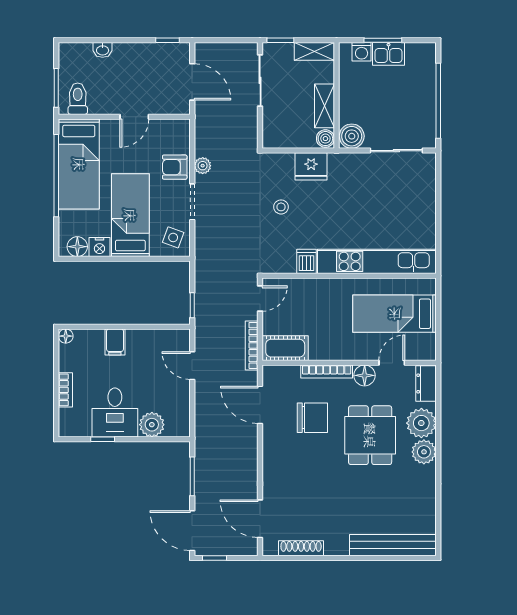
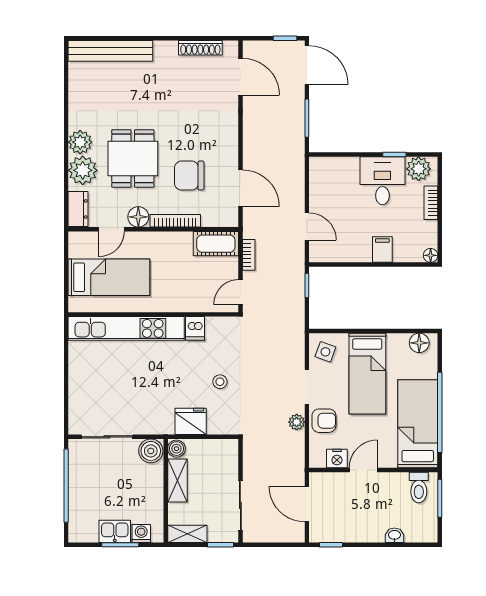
nightstand: (99, 247) -> (337, 459), moved, turned 180
bookcase: (252, 345) -> (249, 255), width x0.64
plant: (152, 425) -> (419, 169), moved

